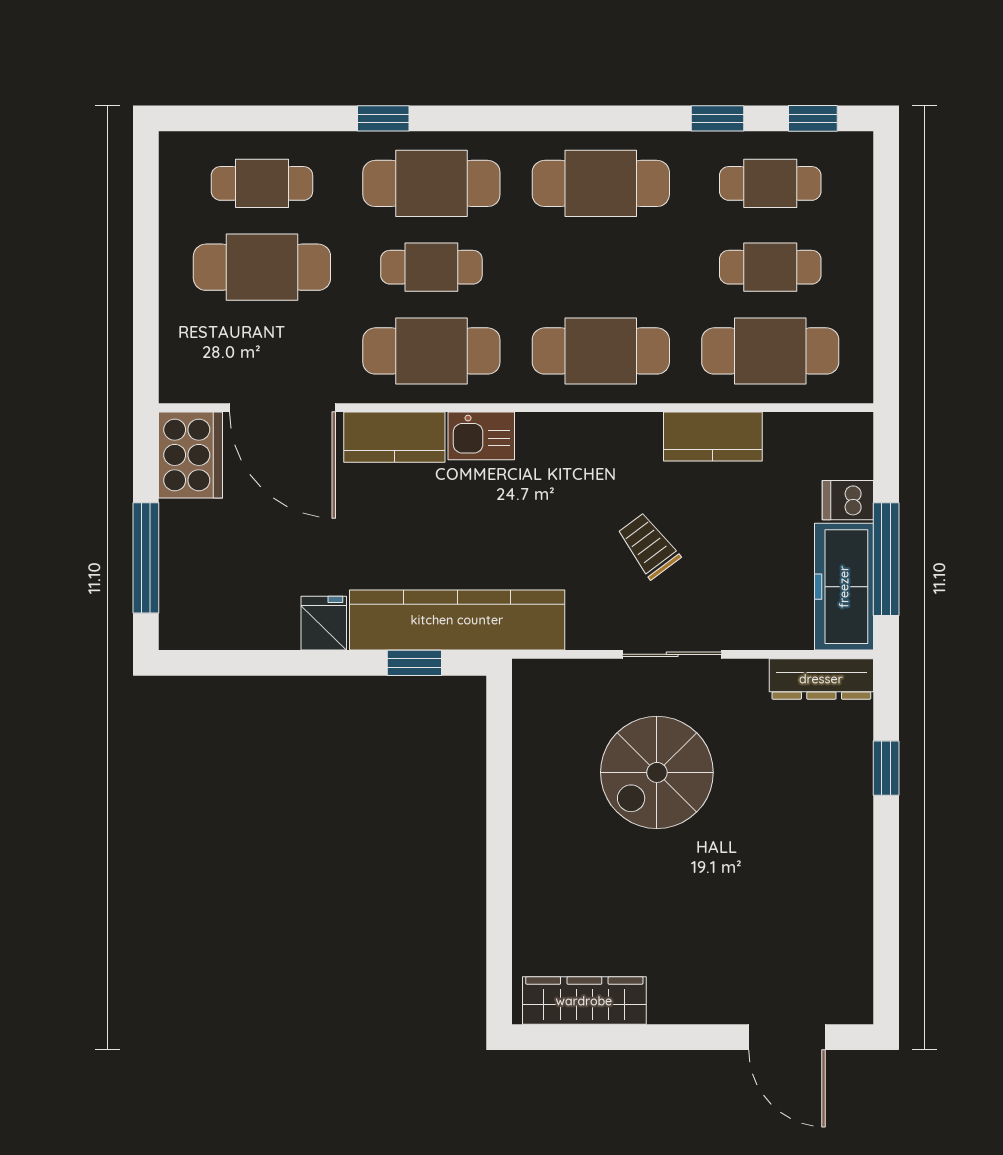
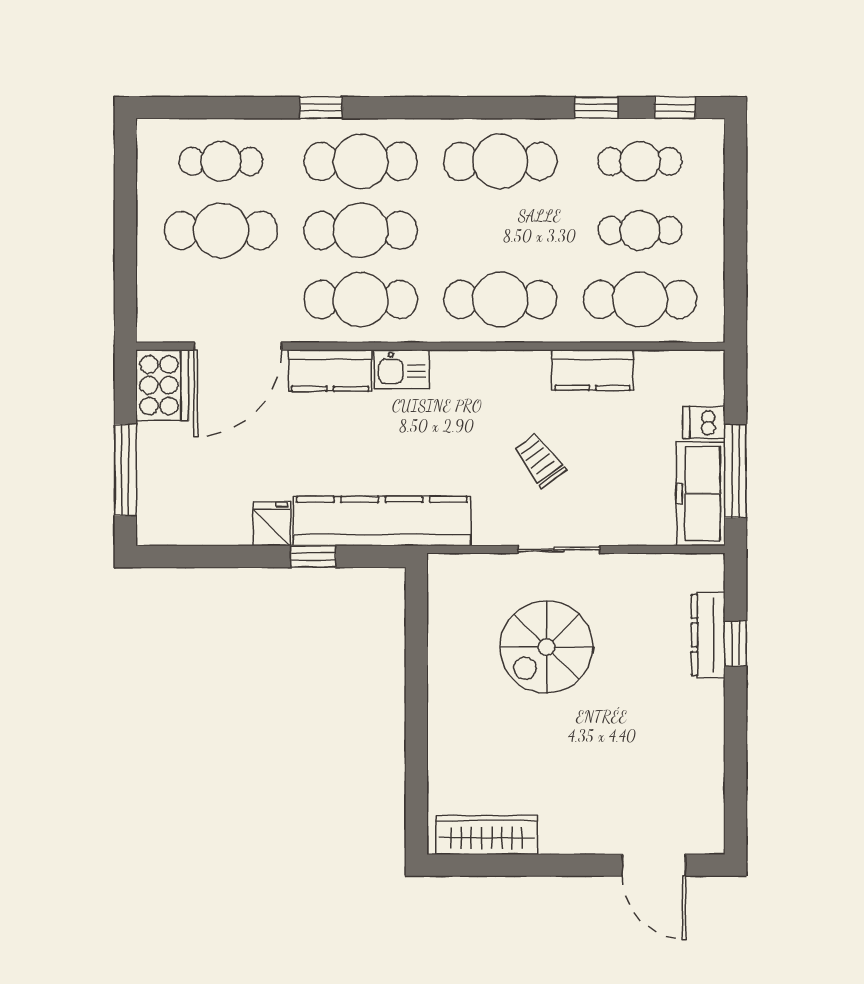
cafe table: (431, 267) -> (361, 230), width x1.37, depth x1.35
door: (283, 408) -> (238, 346), hinge flipped
window: (414, 663) -> (313, 557), moved
dresser: (821, 679) -> (708, 635), moved, turned 90

